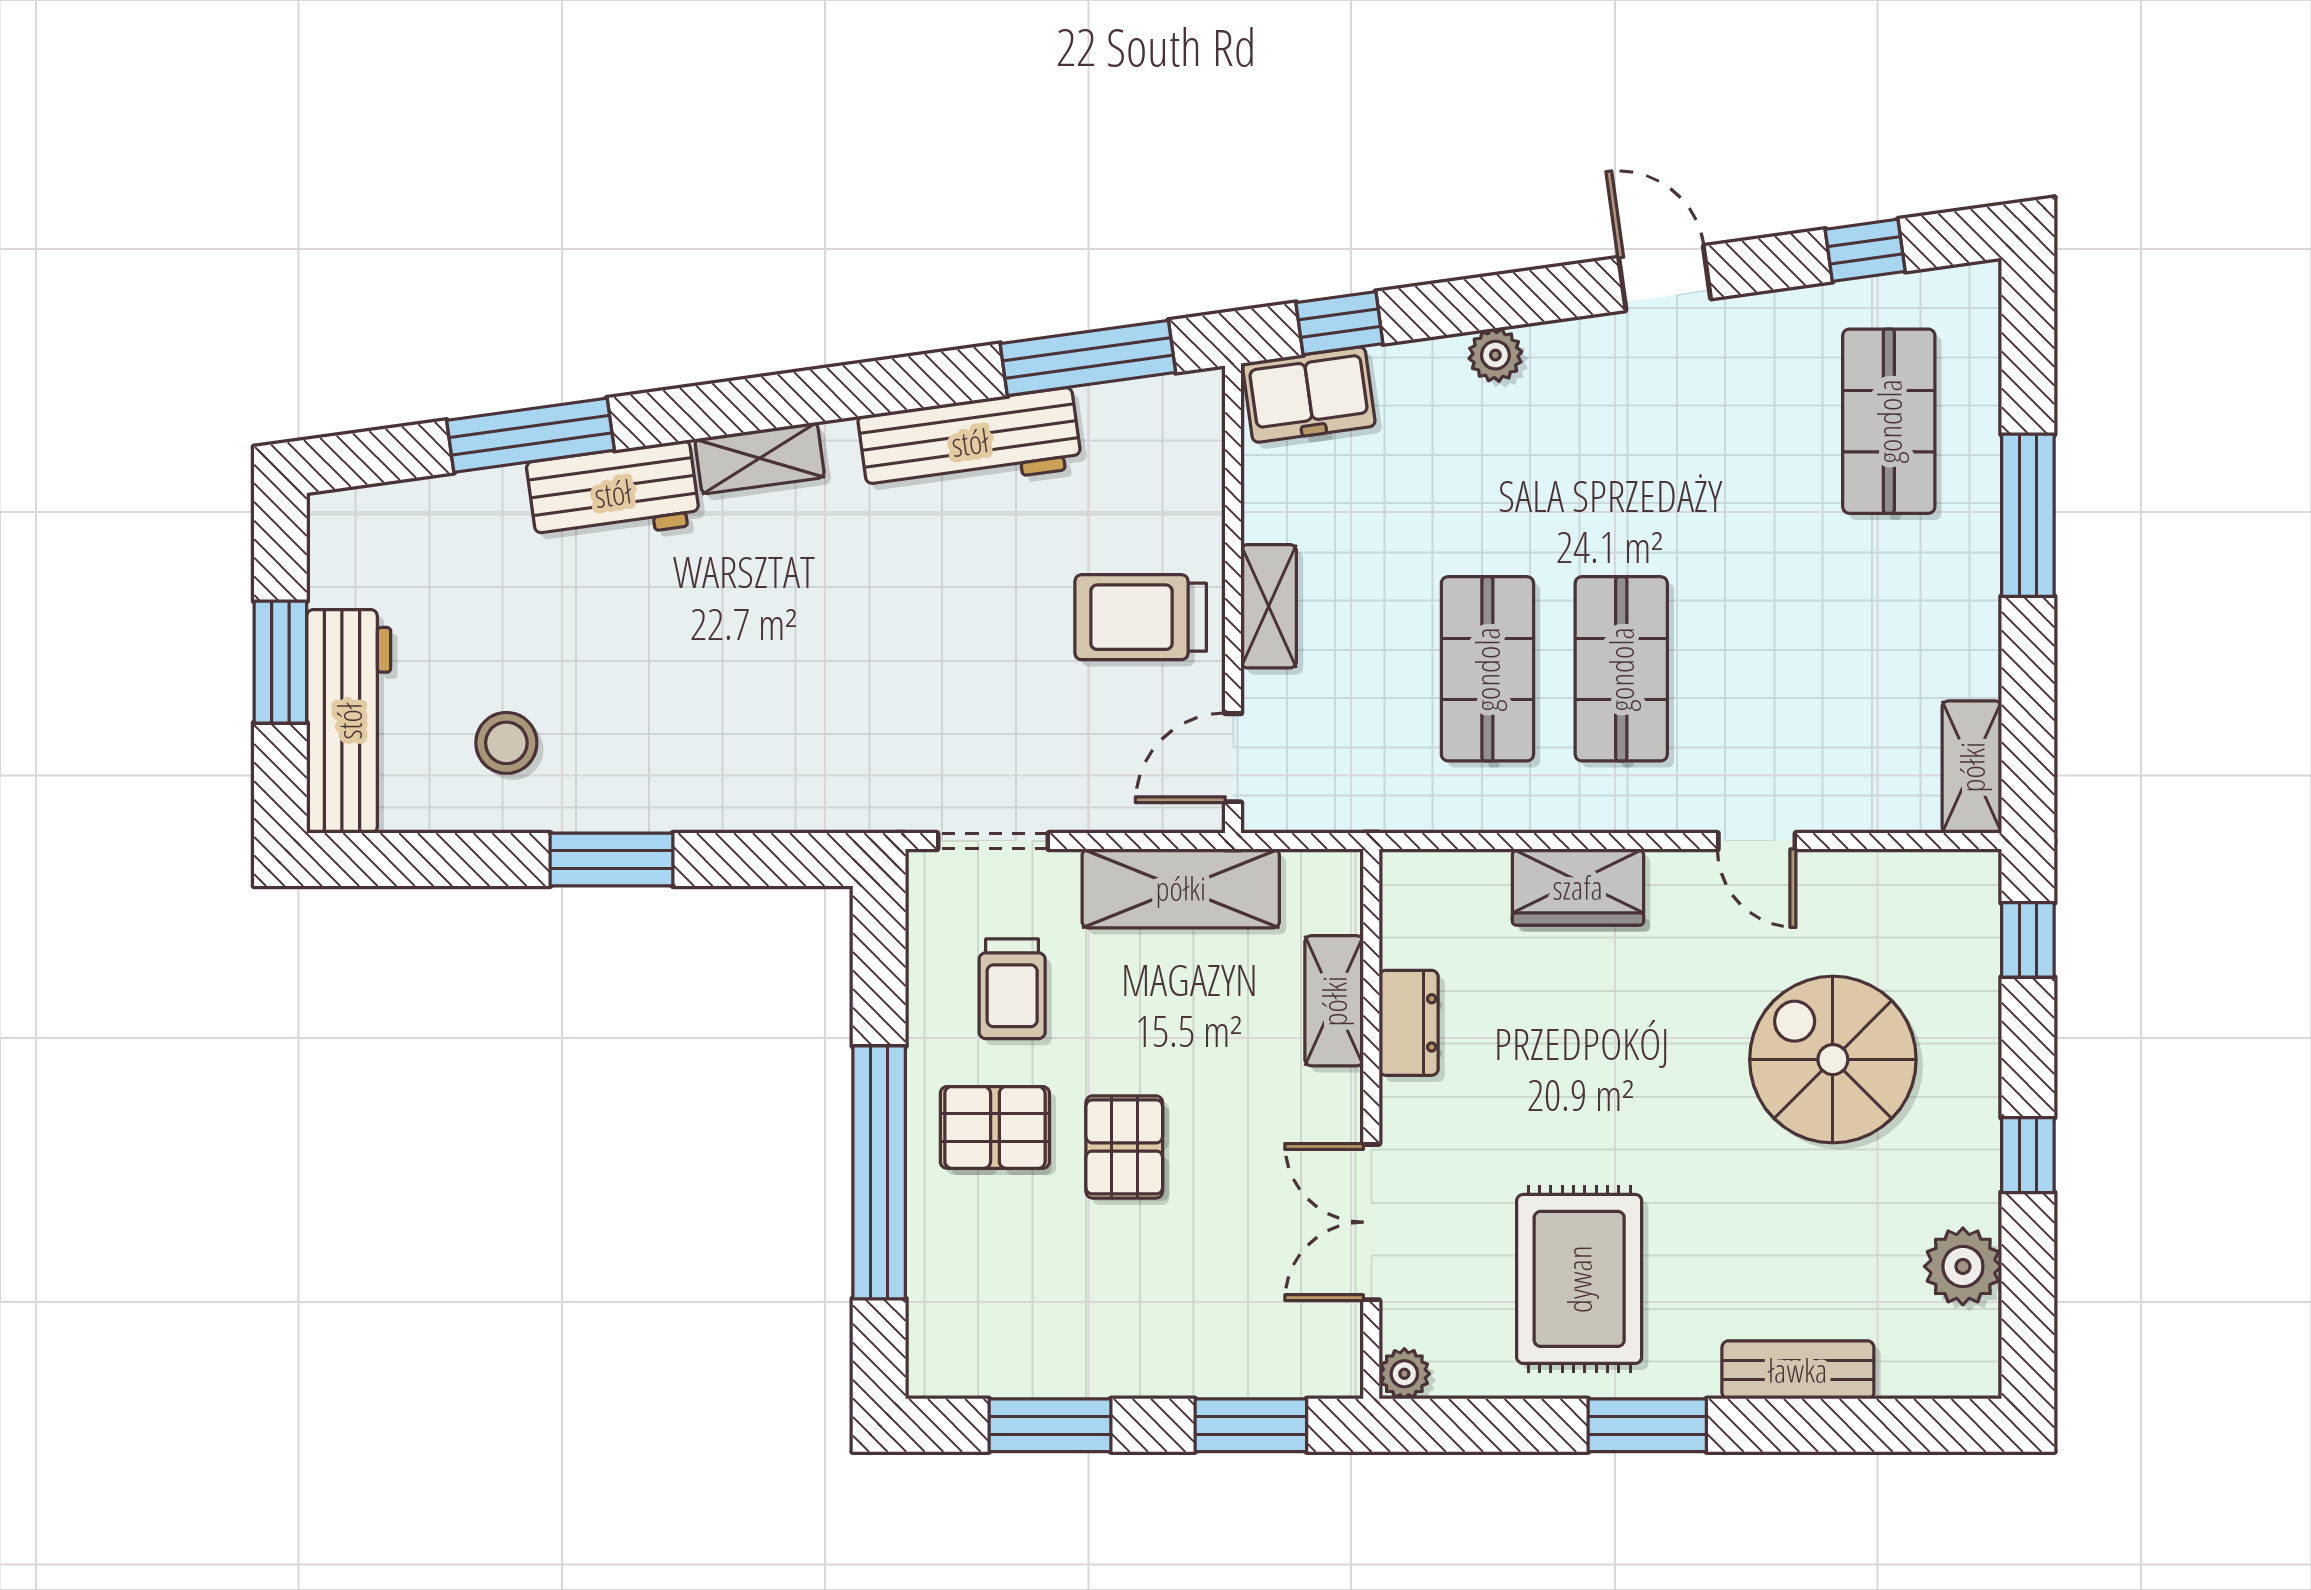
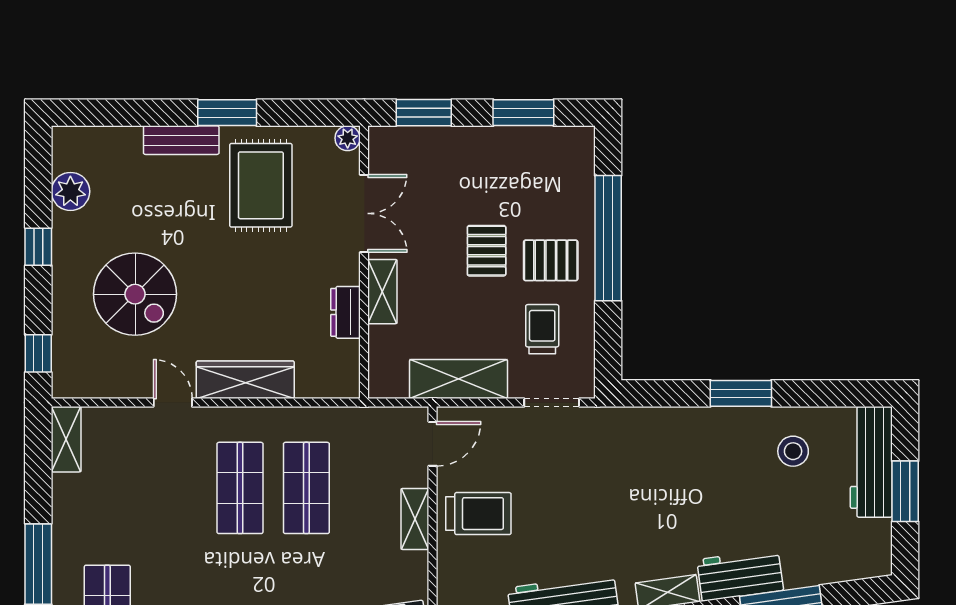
wardrobe: (1578, 887) -> (245, 380), width x1.50
shelving: (1334, 1001) -> (382, 292), moved
bench: (1798, 1370) -> (181, 140), moved

